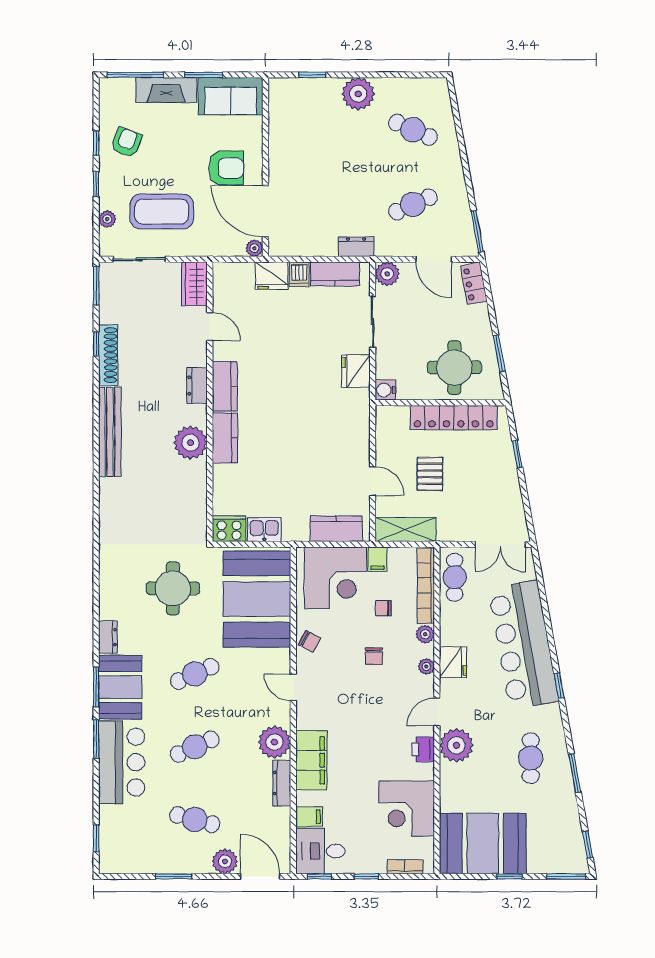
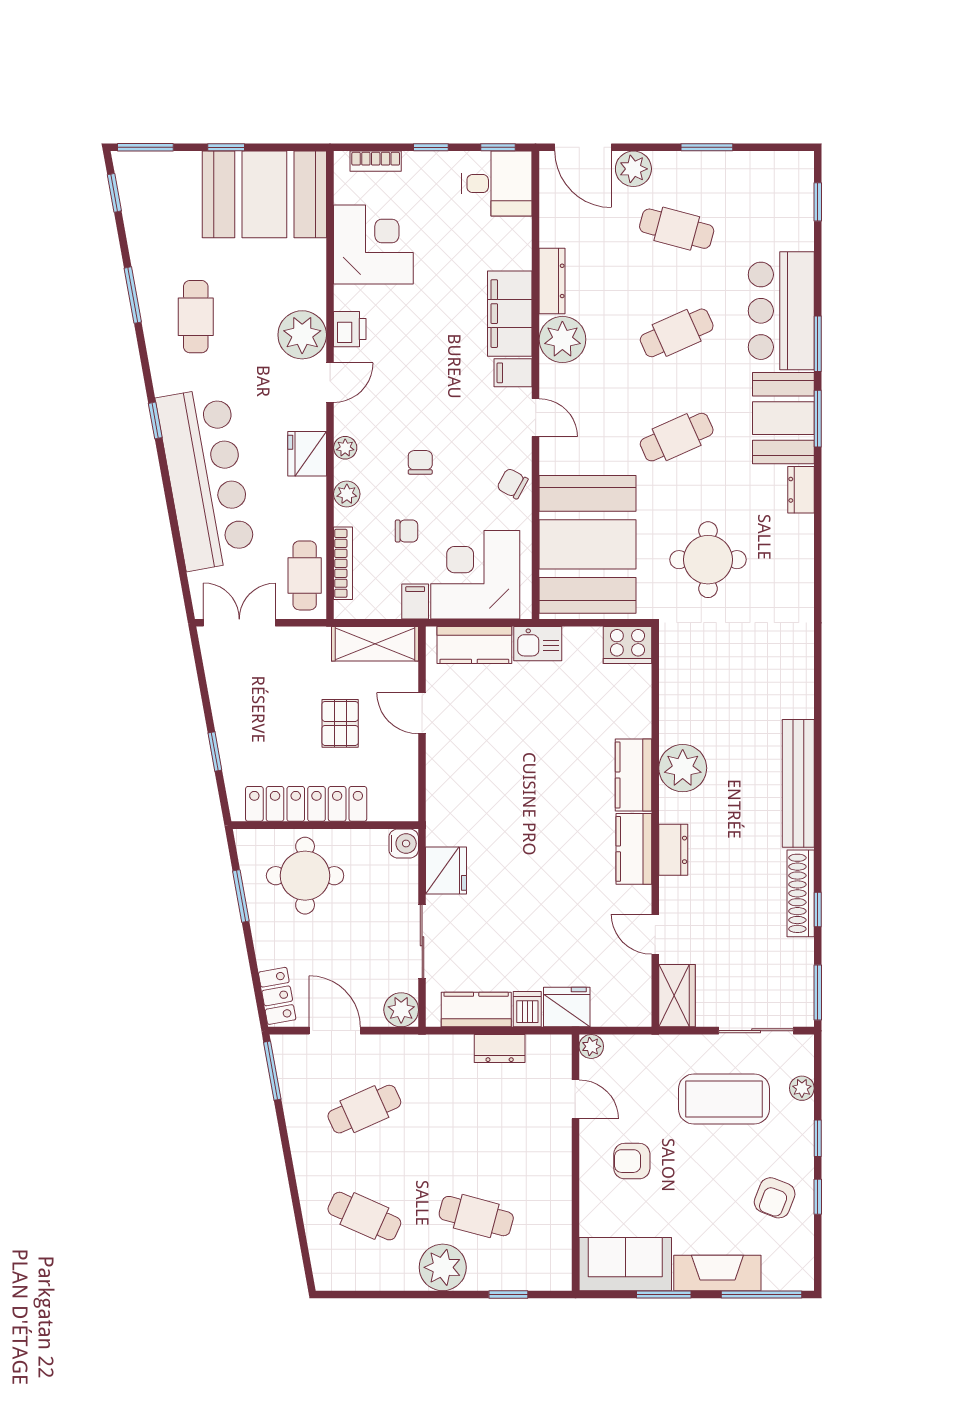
cafe table: (335, 130) -> (476, 1216), added
armchair: (226, 168) -> (632, 1161), width x0.72, depth x0.72
door: (265, 211) -> (575, 1099), width x0.53
dresser: (356, 247) -> (500, 1049), moved
kitchen sink: (264, 530) -> (538, 644), moved
bookcase: (426, 586) -> (343, 563), width x0.68, depth x0.76
filing cabinet: (309, 817) -> (513, 373), moved

